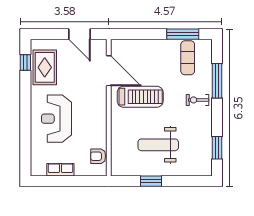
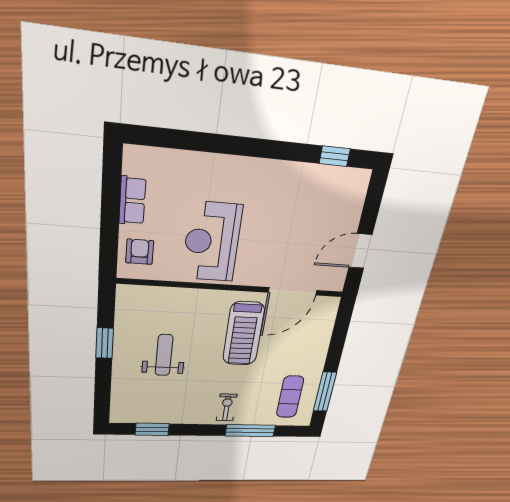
exercise mat: (188, 58) -> (290, 397), turned 90
rug: (45, 67) -> (319, 190), removed
reception desk: (56, 119) -> (212, 242), moved, turned -90
weight bench: (158, 145) -> (164, 355), width x0.73, depth x0.75
armchair: (98, 156) -> (140, 252), moved

